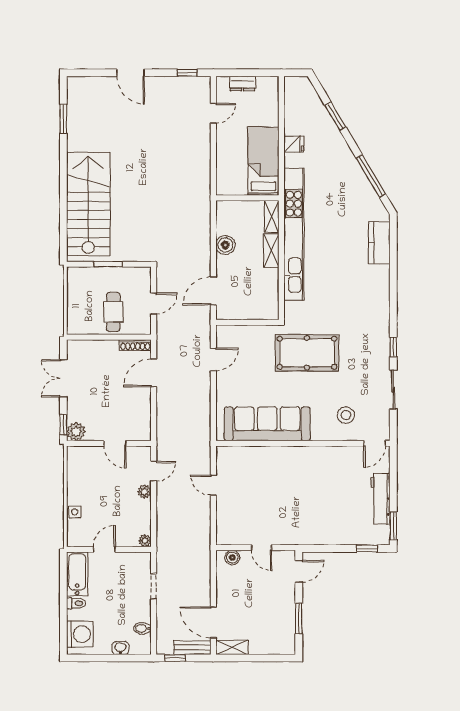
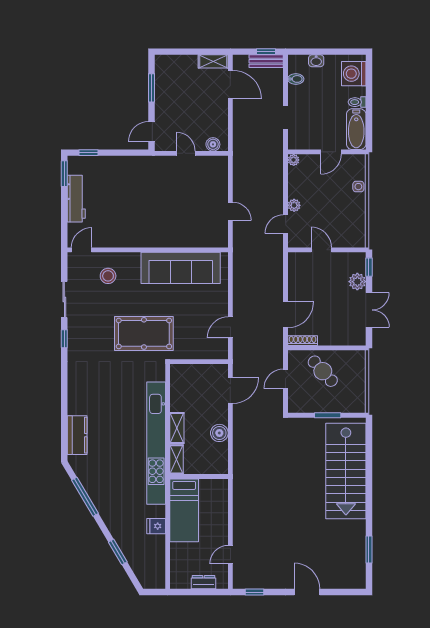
cafe table: (113, 312) -> (323, 371), turned -42
plant: (76, 432) -> (357, 282), moved
bench: (192, 648) -> (266, 61), moved

